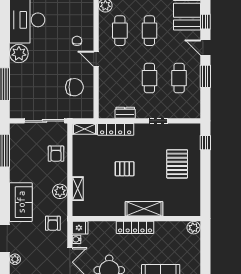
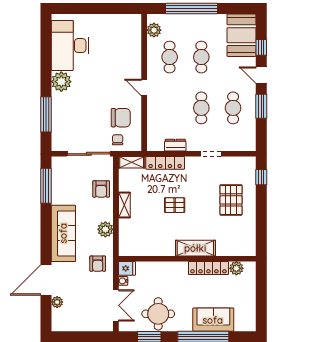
chair: (77, 41) -> (118, 140), moved
shelving: (78, 189) -> (124, 205), moved
sofa: (21, 202) -> (63, 233), width x1.36
locker: (135, 227) -> (208, 268), moved
plant: (194, 228) -> (236, 268), moved

